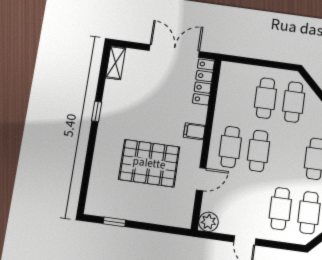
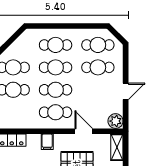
cafe table: (287, 155) -> (56, 67), added
shelving: (175, 219) -> (117, 147), added

